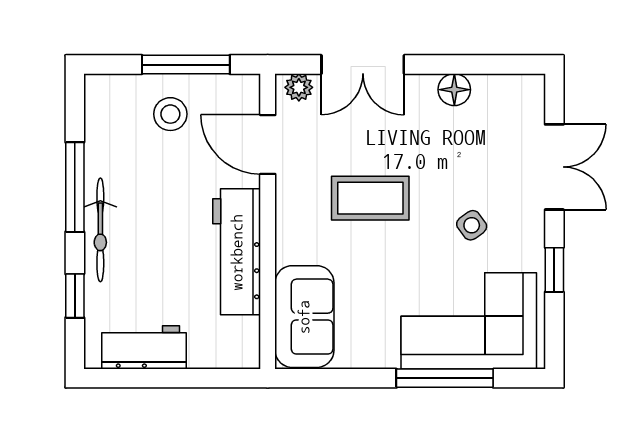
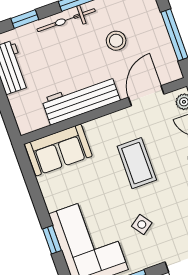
stool: (170, 114) -> (116, 41), moved
window: (445, 378) -> (52, 240), width x0.46

